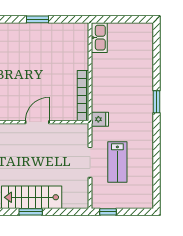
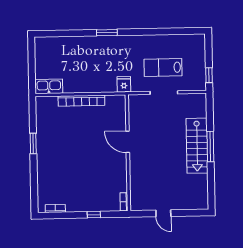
bookcase: (83, 96) -> (81, 101), moved
lab bench: (117, 162) -> (163, 67), turned 180
window: (31, 212) -> (210, 146), width x1.44

